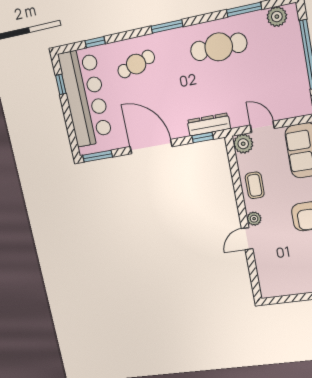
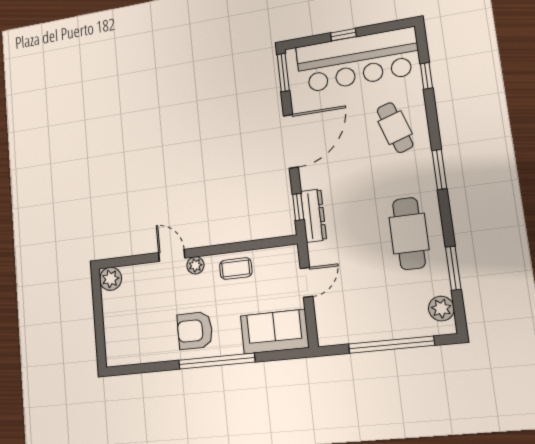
window: (61, 84) -> (343, 35), moved
plant: (243, 144) -> (111, 279), moved

